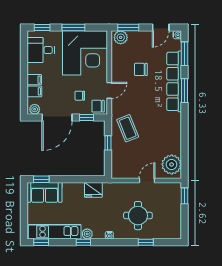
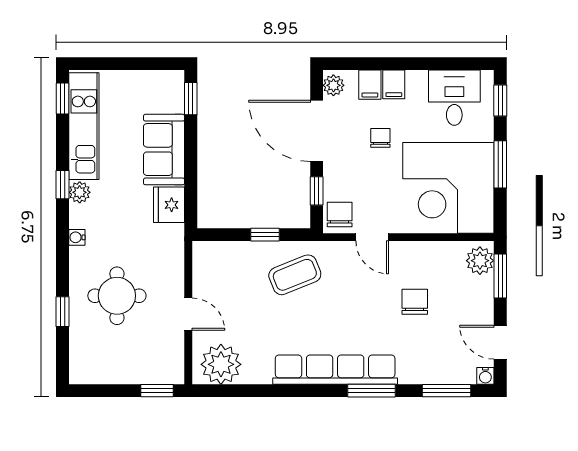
row of seats: (174, 81) -> (335, 370), moved
chair: (80, 96) -> (380, 138), moved
sofa: (44, 192) -> (164, 150), moved

